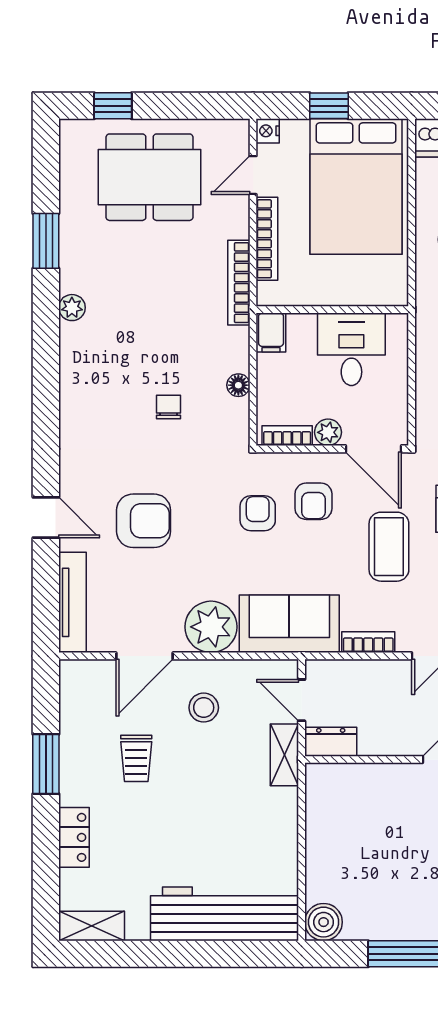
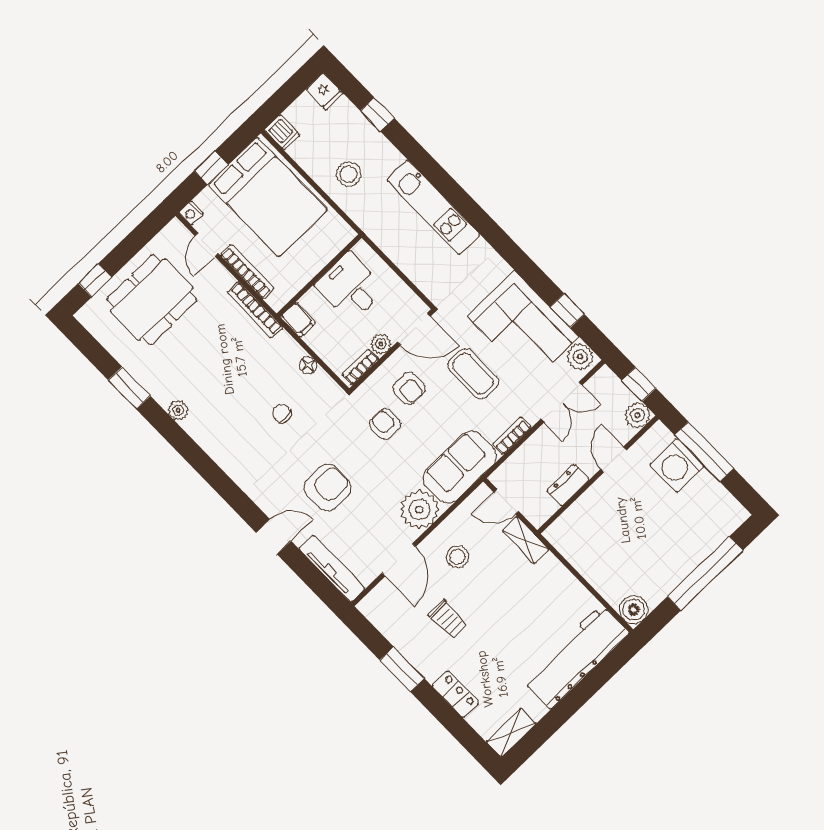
dresser: (331, 742) -> (568, 485), moved

